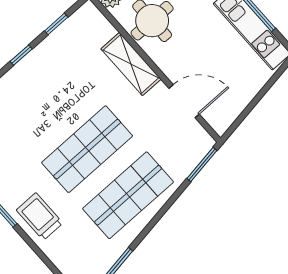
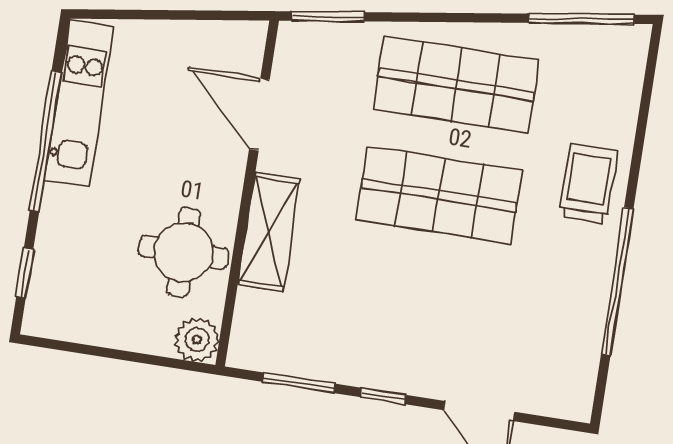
window: (56, 24) -> (299, 383), width x1.50
trolley: (40, 217) -> (588, 184), turned 180

